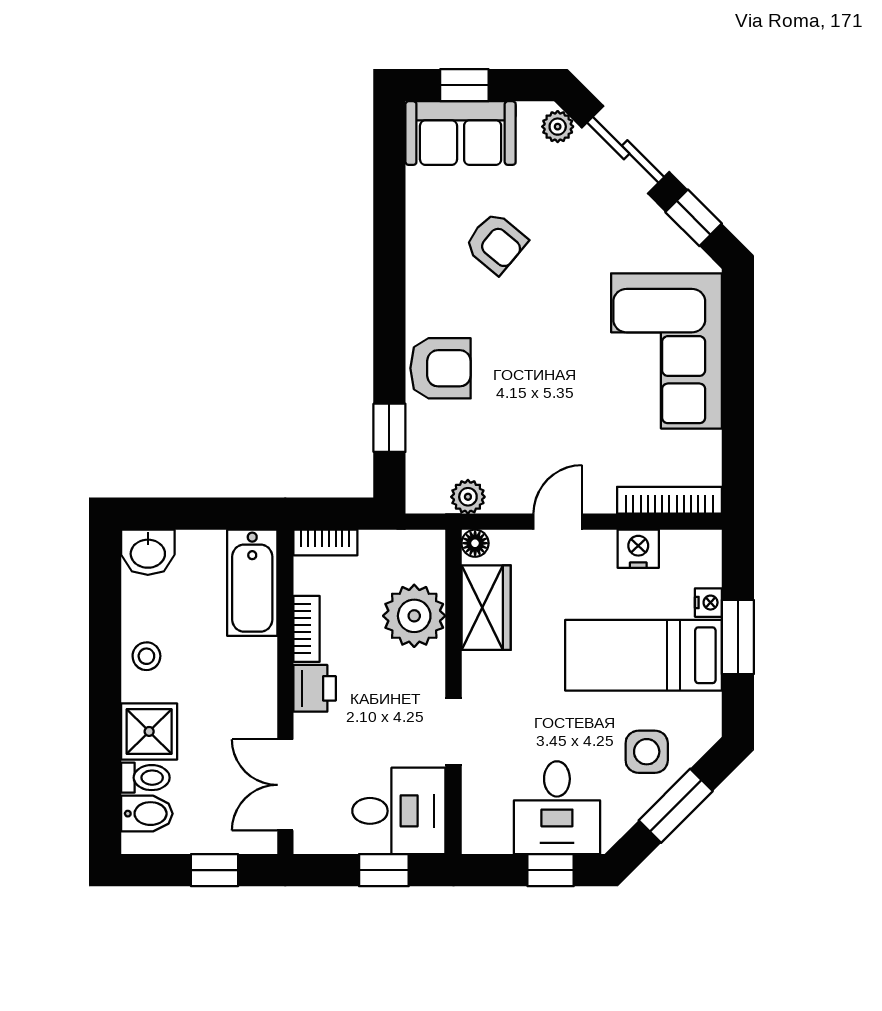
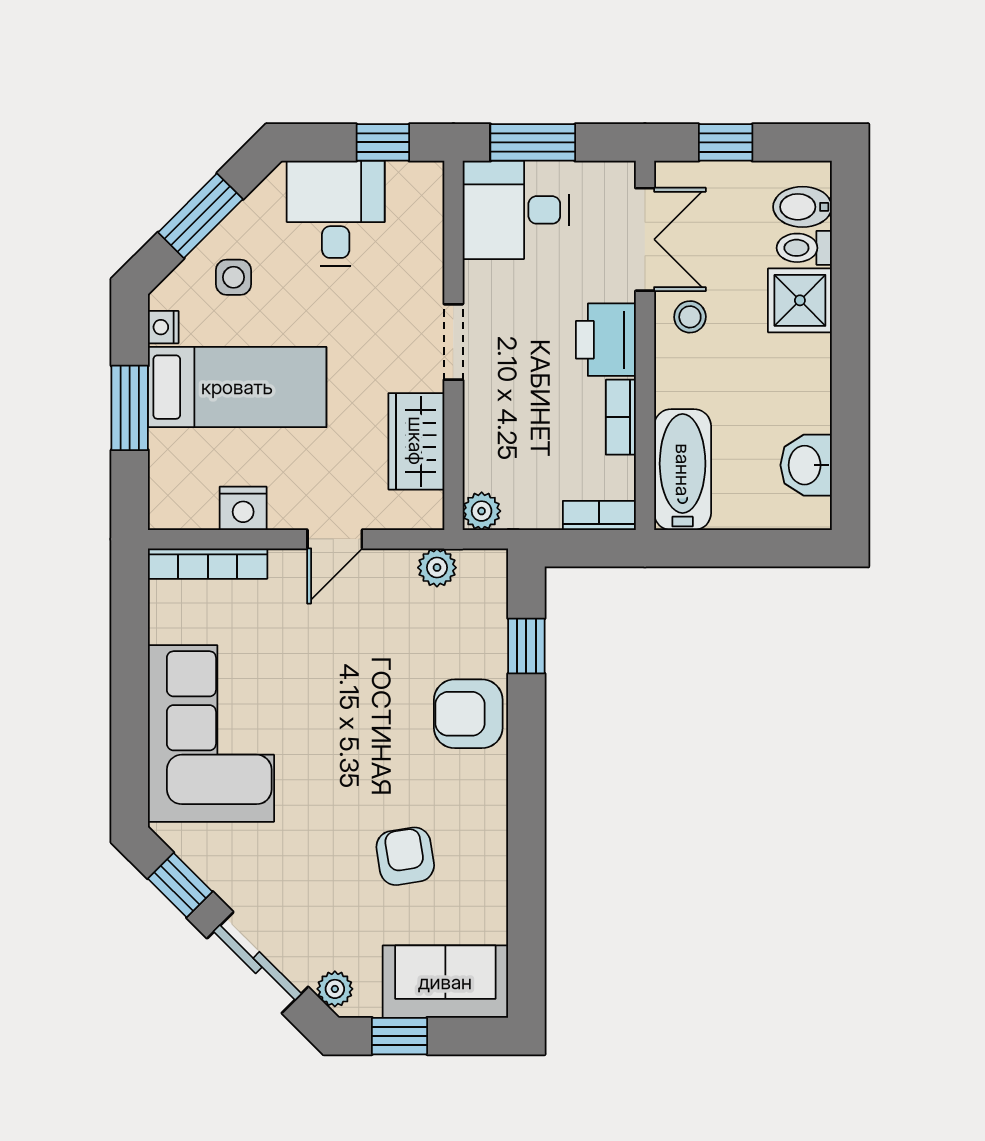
window: (464, 85) -> (399, 1036), moved
armchair: (496, 243) -> (405, 856), turned 41
floor lamp: (475, 543) -> (429, 515), removed
washbasin: (148, 552) -> (806, 465), moved, turned -90
nightstand: (708, 603) -> (163, 327), moved
plant: (414, 616) -> (482, 511), moved, width x0.53, depth x0.53
stool: (146, 656) -> (690, 317), moved
printer: (315, 688) -> (606, 340), width x1.36, depth x1.24
doorway: (453, 732) -> (453, 342), moved
side table: (647, 752) -> (234, 277), width x0.73, depth x0.73
window: (384, 870) -> (533, 142), width x1.50
window: (551, 870) -> (383, 142), moved

